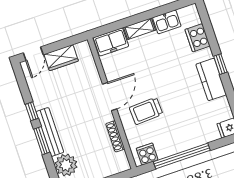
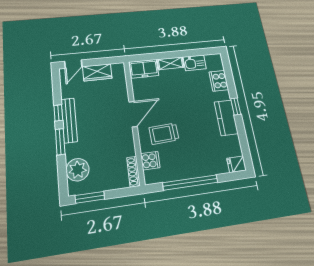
bench: (50, 132) -> (69, 120), moved
shoe rack: (115, 136) -> (133, 172), moved
cooker: (147, 154) -> (150, 161), moved, turned 90

